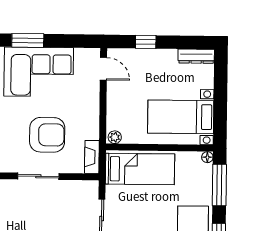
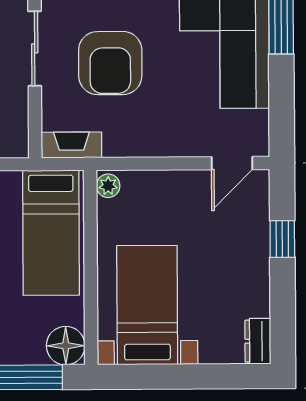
dresser: (196, 56) -> (258, 341), width x0.70
floor lamp: (207, 157) -> (66, 346), width x1.89, depth x1.89

